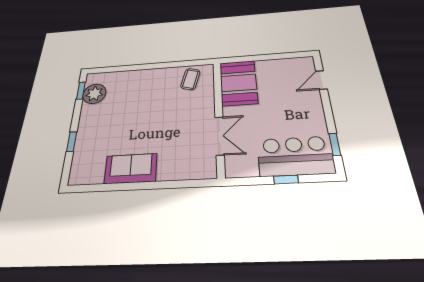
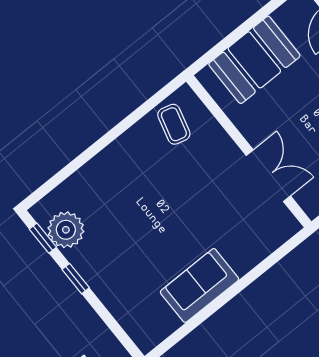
booth: (238, 83) -> (254, 60), moved, turned 90
window: (72, 142) -> (76, 279), moved

